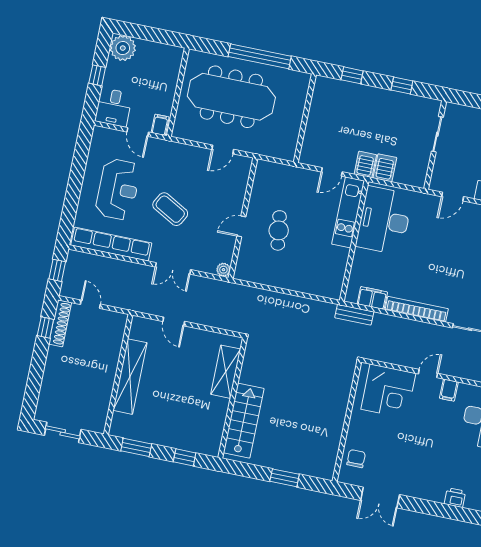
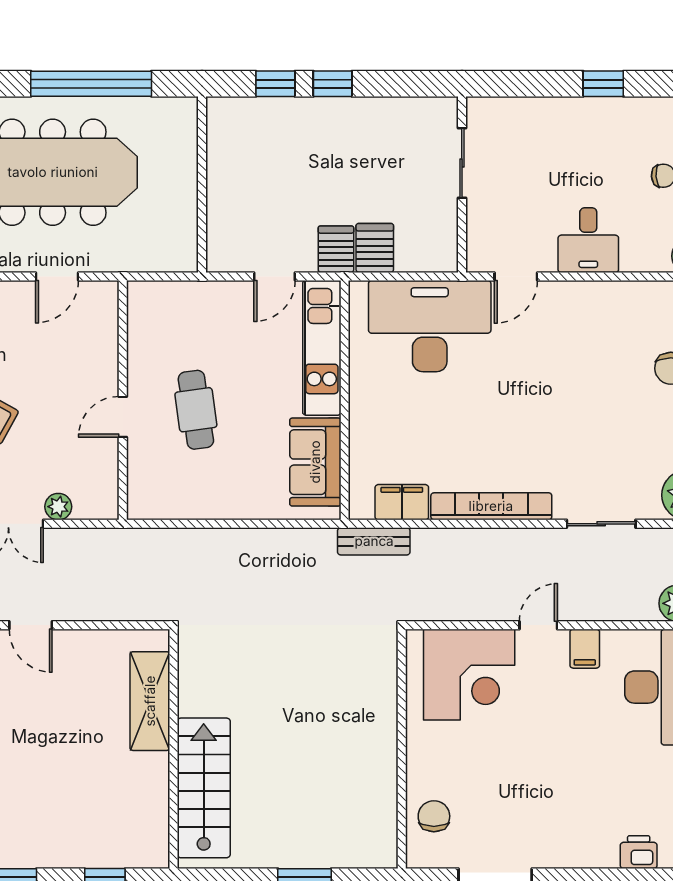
window: (402, 86) -> (333, 84), moved
desk: (384, 220) -> (430, 326), moved, turned 90
sofa: (333, 269) -> (315, 462), added
plant: (223, 270) -> (58, 507), moved

